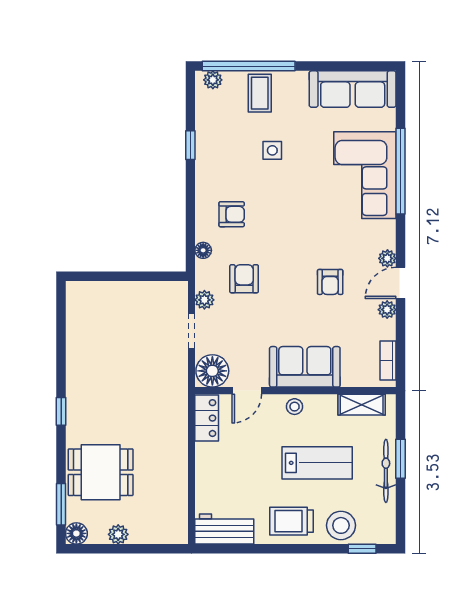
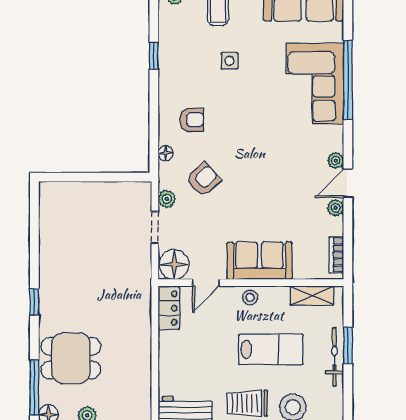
armchair: (244, 279) -> (203, 179), turned 47
armchair: (330, 282) -> (283, 182), removed
window: (61, 504) -> (34, 388), width x1.44

